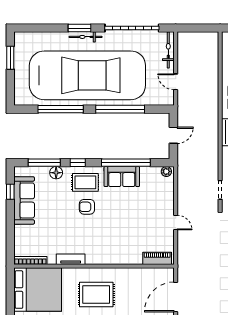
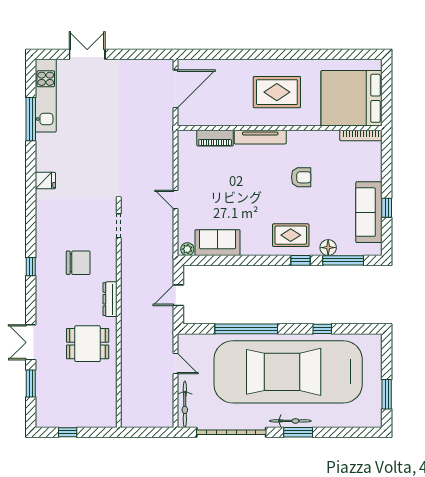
window: (61, 109) -> (322, 329), width x0.32
window: (126, 163) -> (239, 260), removed
sofa: (122, 177) -> (218, 243), moved
window: (10, 192) -> (387, 208), moved
armchair: (87, 207) -> (301, 177), moved
door: (176, 223) -> (176, 199), moved
piano: (157, 258) -> (215, 138), moved
tv unit: (71, 259) -> (260, 137), moved, width x1.41

